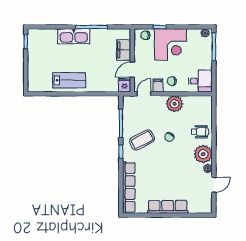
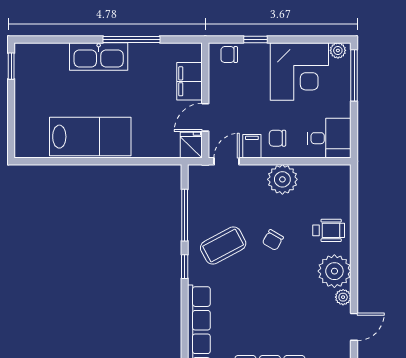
corner desk: (170, 45) -> (299, 71), moved
lab bench: (69, 80) -> (90, 137), width x1.36, depth x1.39

